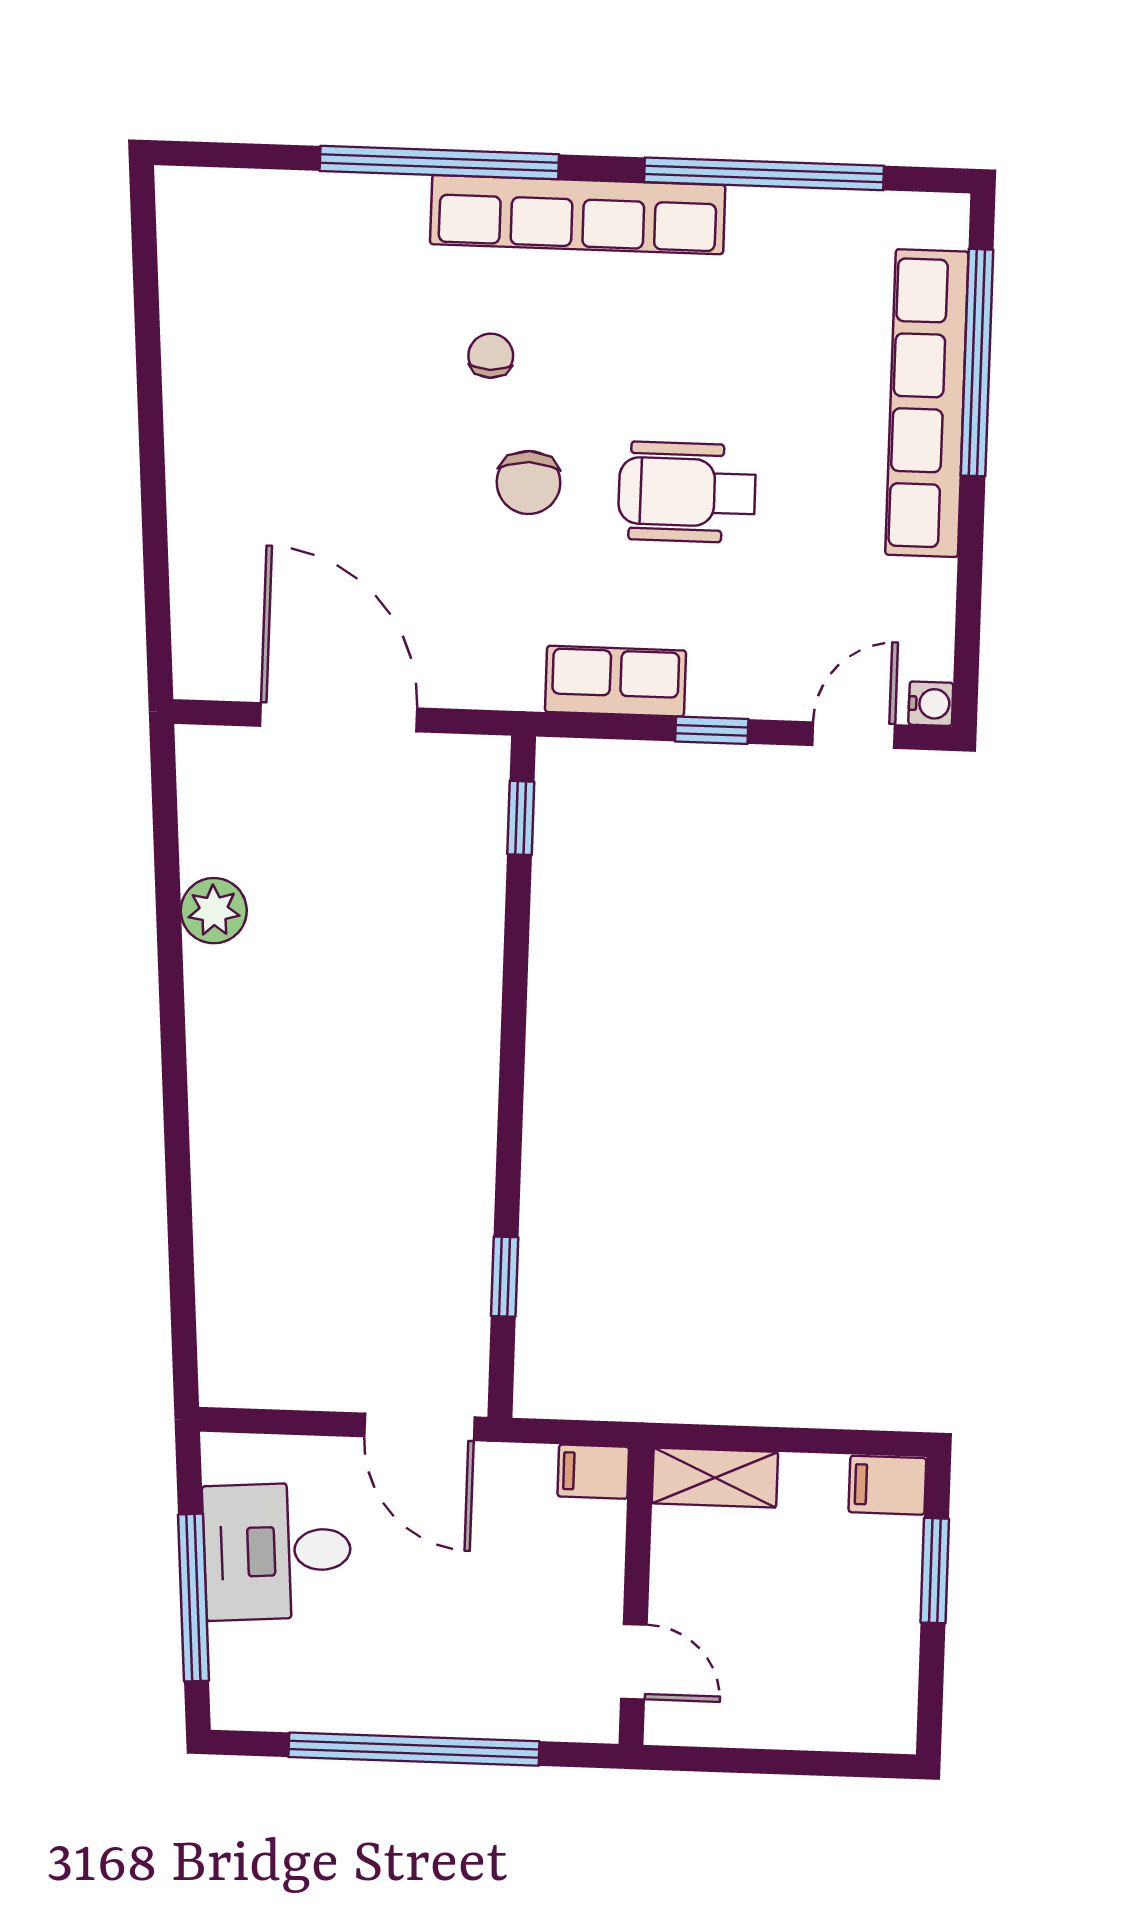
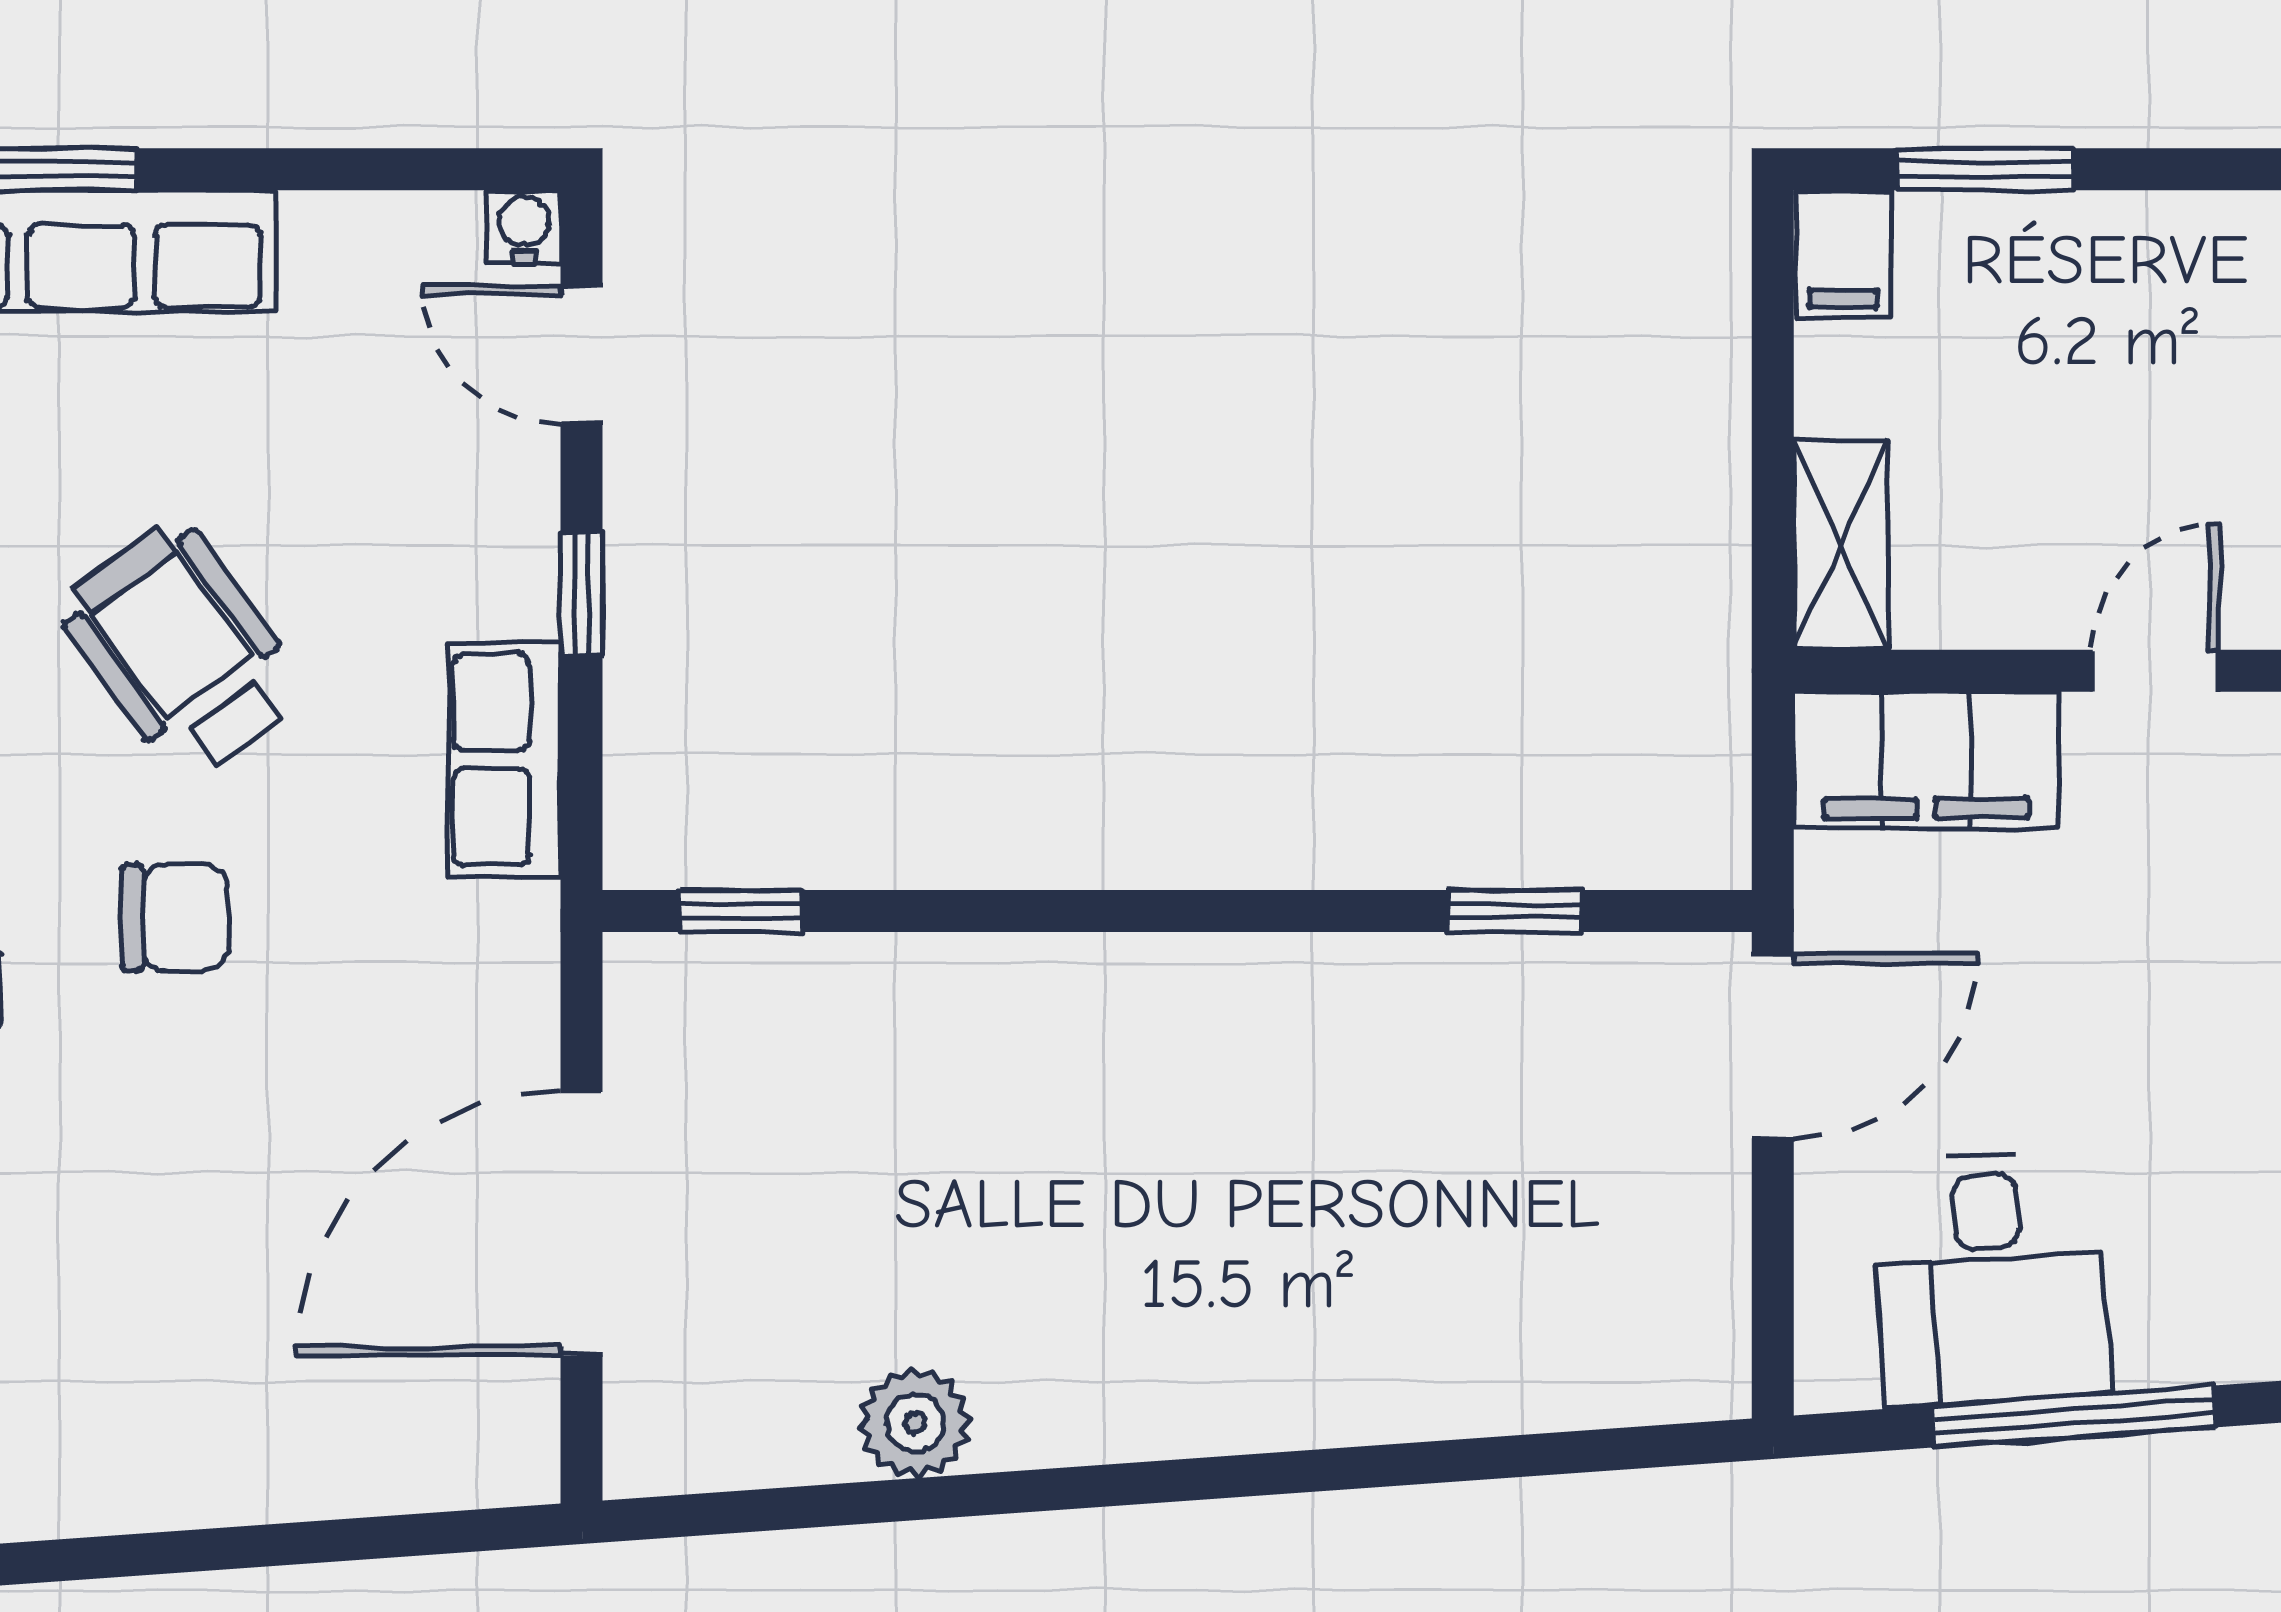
wheelchair: (687, 492) -> (182, 650), turned 144
filing cabinet: (593, 1472) -> (1926, 760), width x3.00, depth x1.17

